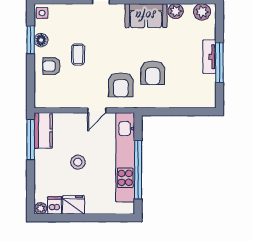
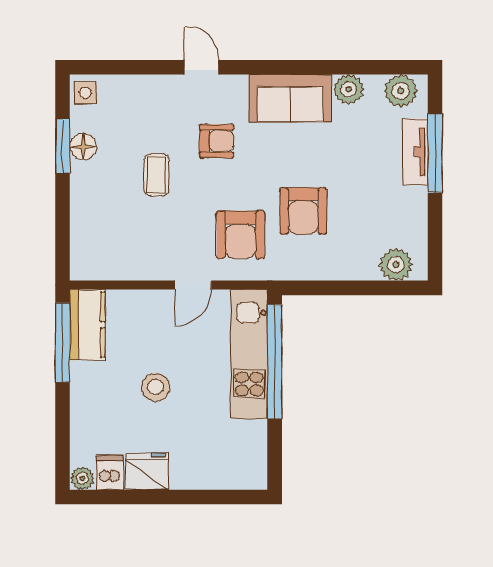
tv unit: (209, 57) -> (415, 152), moved
window: (219, 63) -> (435, 153), moved
armchair: (51, 66) -> (217, 141), moved, turned 180
plant: (200, 100) -> (396, 265), added
kitchen unit: (125, 157) -> (249, 354), width x0.73
window: (138, 170) -> (275, 362), moved

